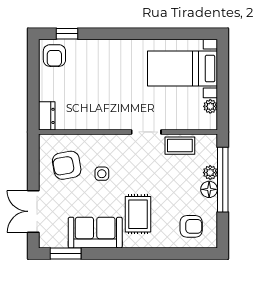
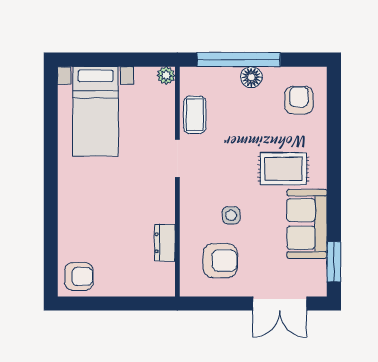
window: (67, 34) -> (51, 260), removed
plant: (210, 106) -> (166, 76), moved
dresser: (47, 116) -> (165, 243), moved, turned -90
armchair: (67, 165) -> (220, 261), turned -80
plant: (210, 173) -> (230, 76), removed

